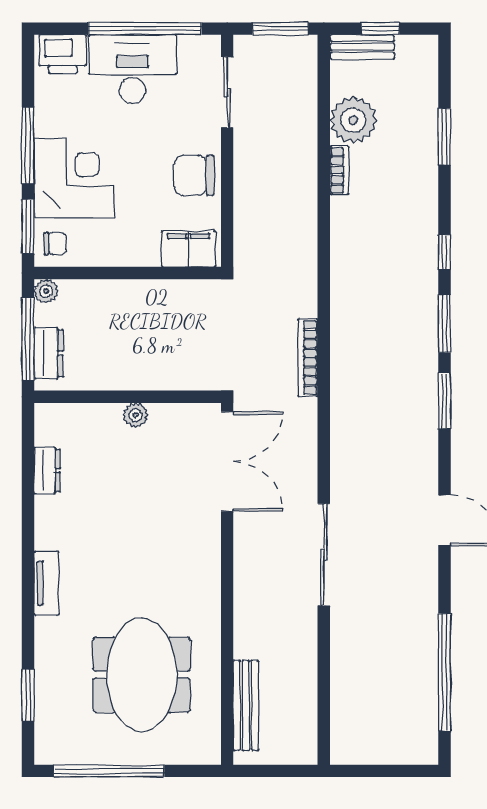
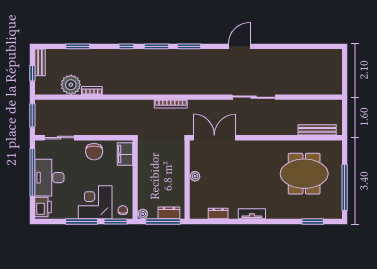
bench: (362, 47) -> (40, 62), moved
tv unit: (46, 583) -> (252, 214), moved
window: (444, 672) -> (303, 46), removed

